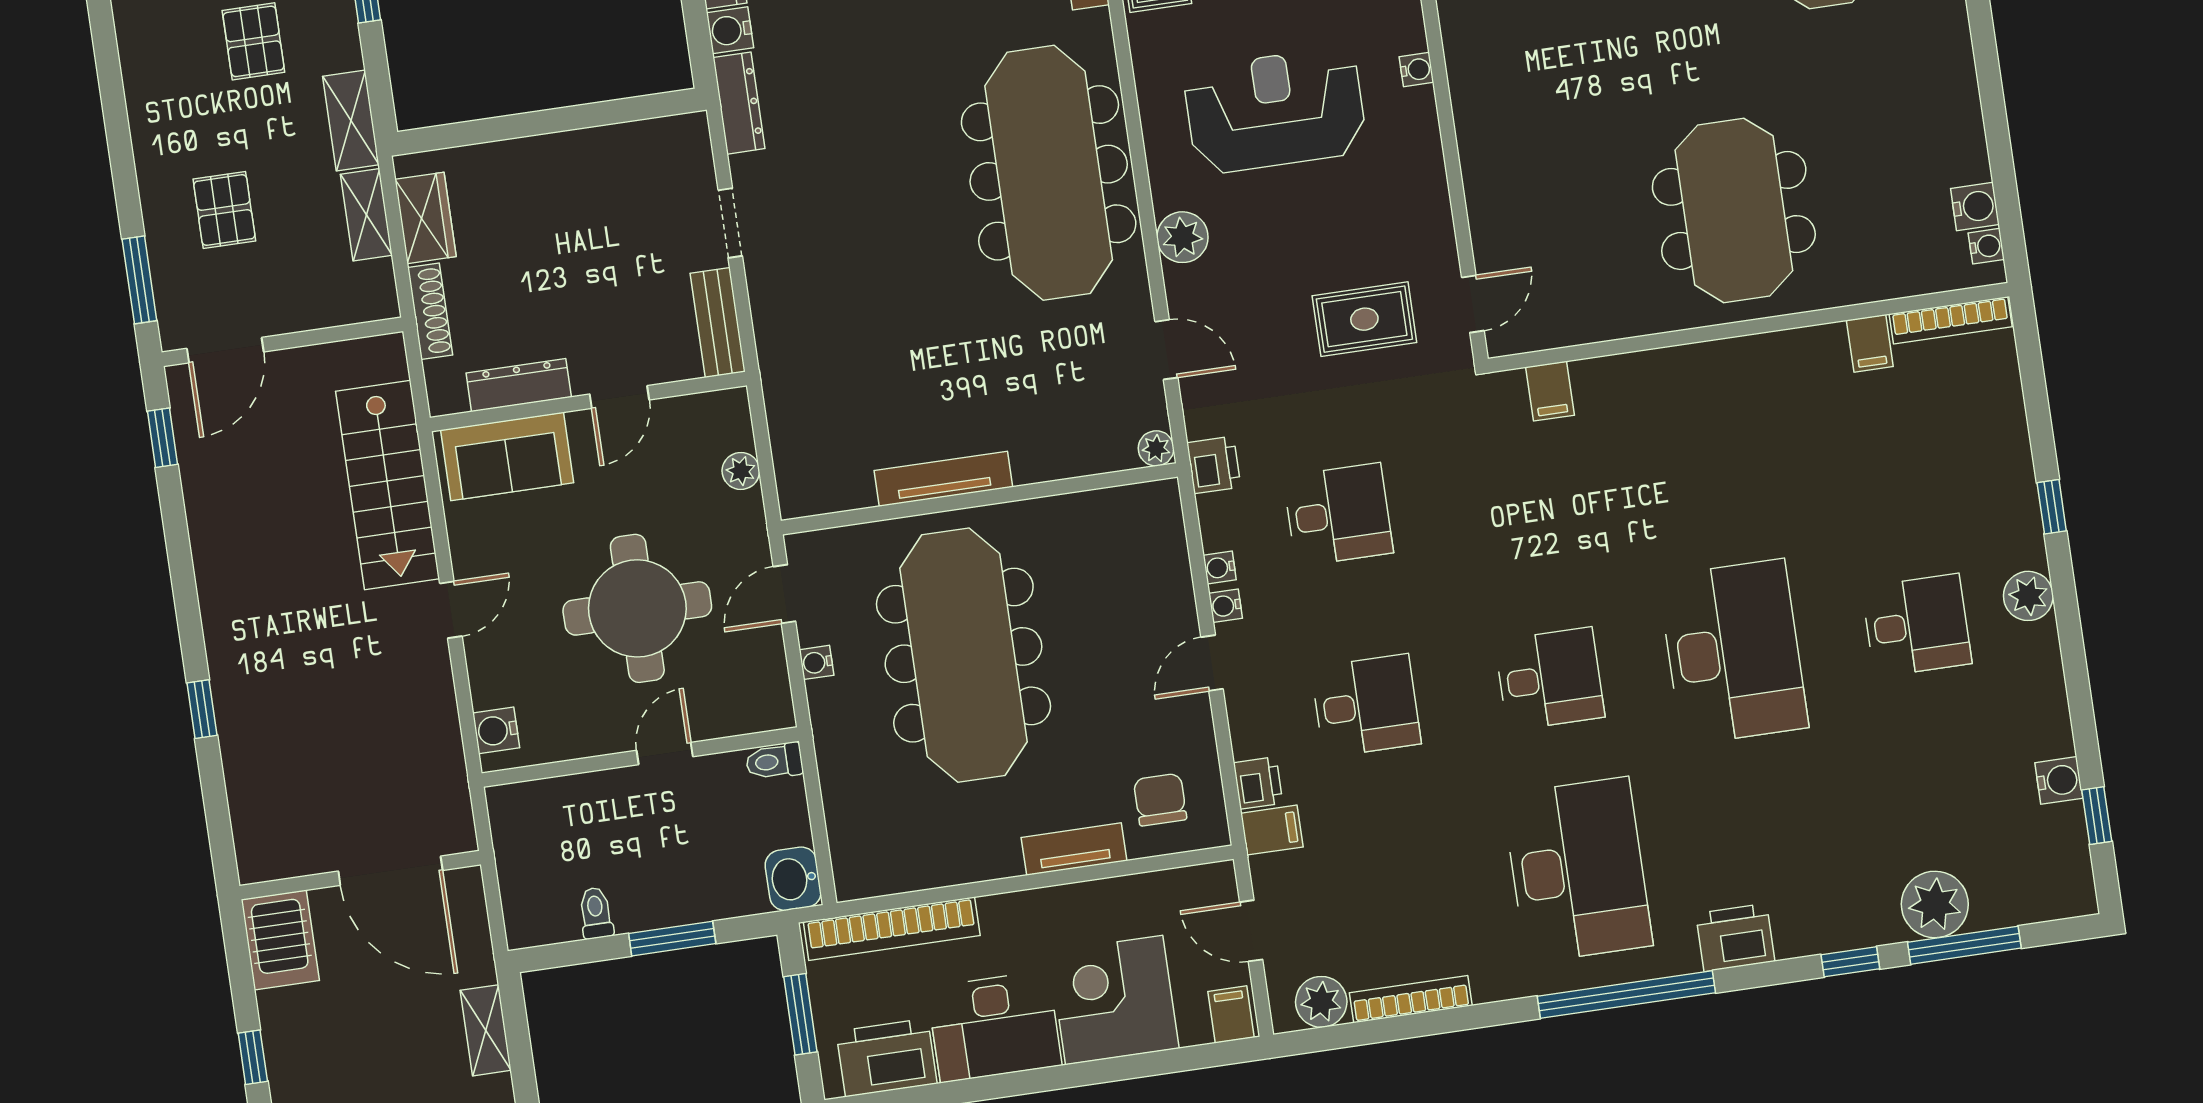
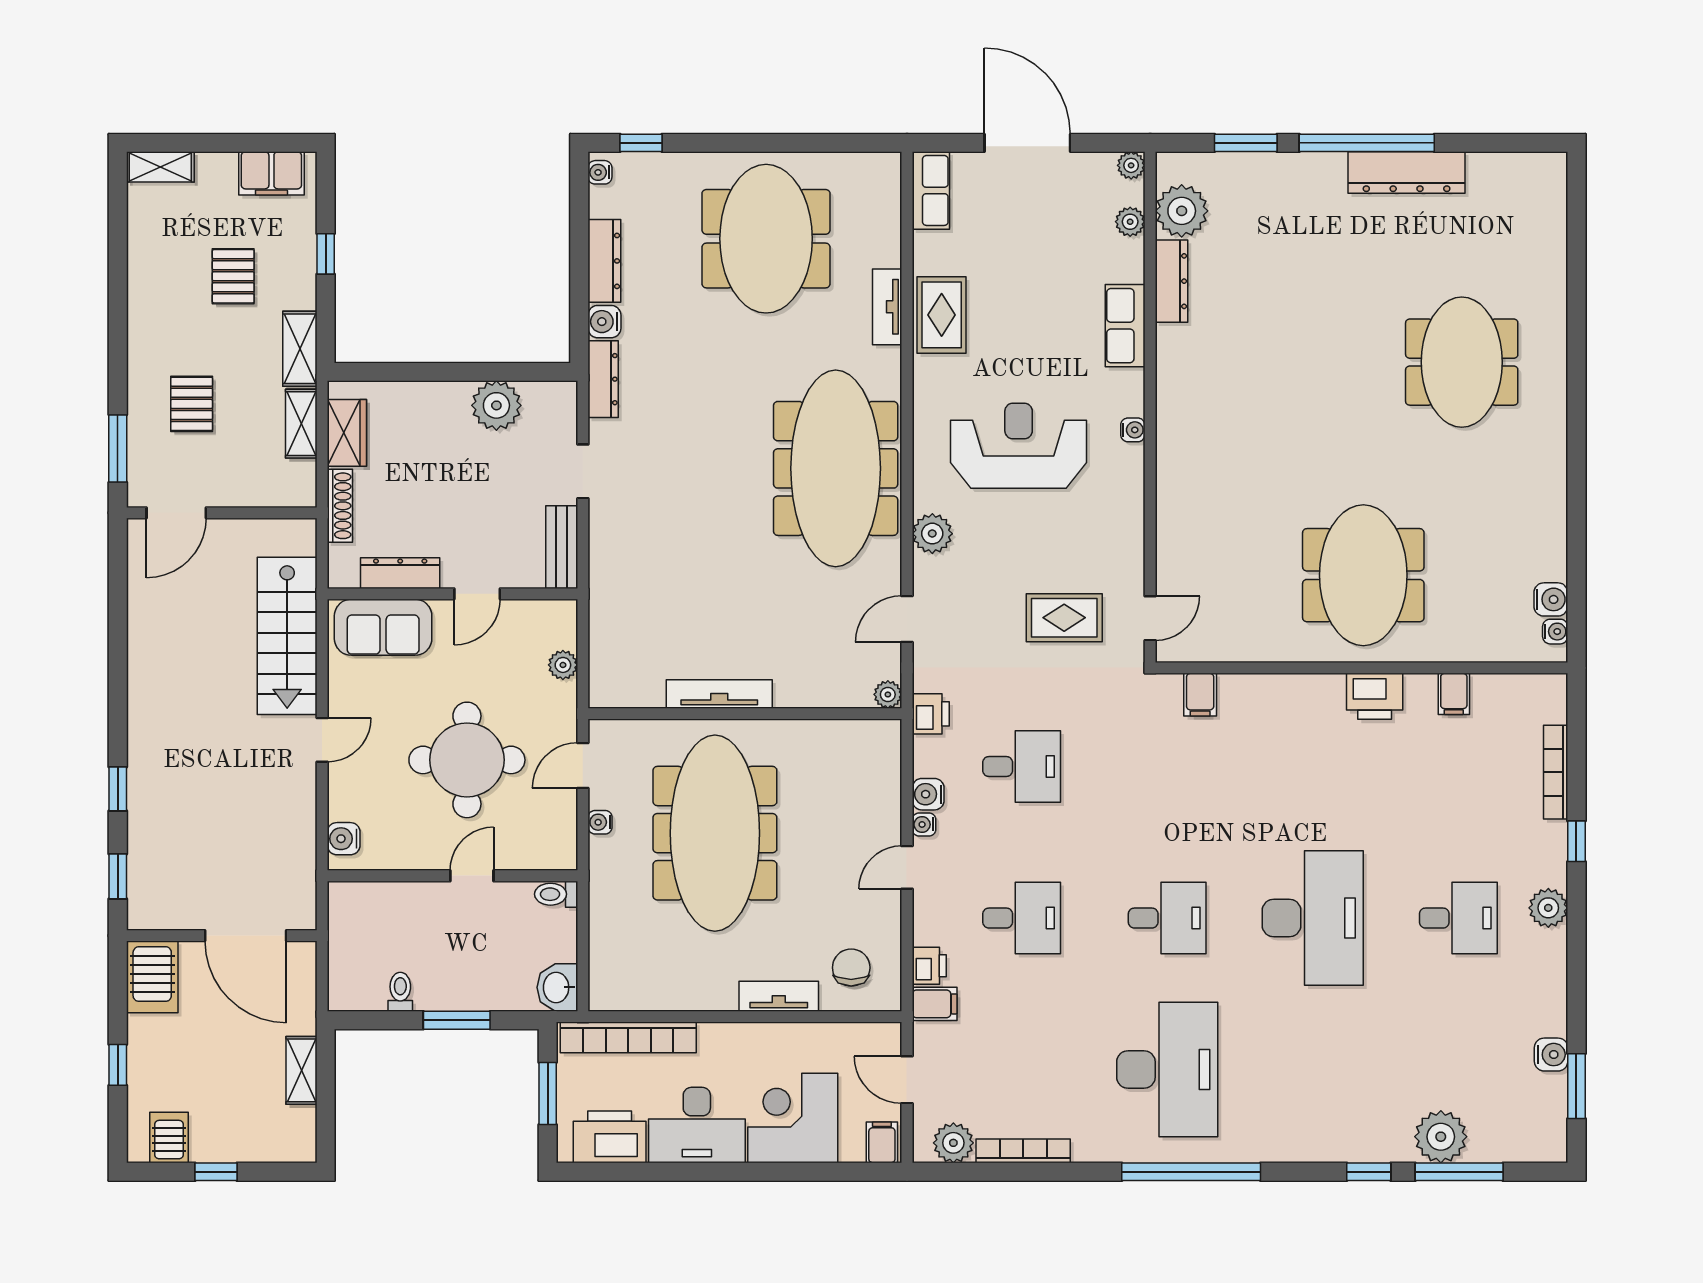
plant: (609, 156) -> (496, 405), added
bookcase: (1951, 320) -> (1556, 772), moved, turned 90
door: (1166, 350) -> (907, 619), swing flipped
window: (162, 438) -> (118, 876), moved
water cooler: (1220, 568) -> (928, 794), width x1.38, depth x1.38
window: (2097, 816) -> (1576, 1086), width x1.50
printer: (1735, 937) -> (1375, 696), moved, turned 180

